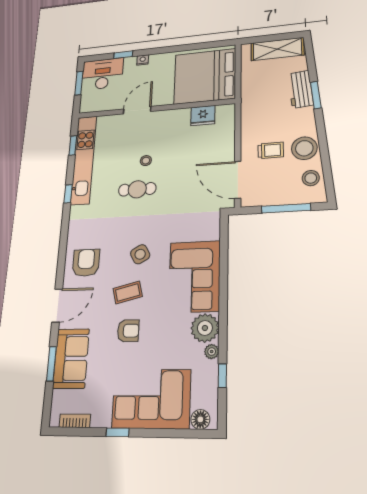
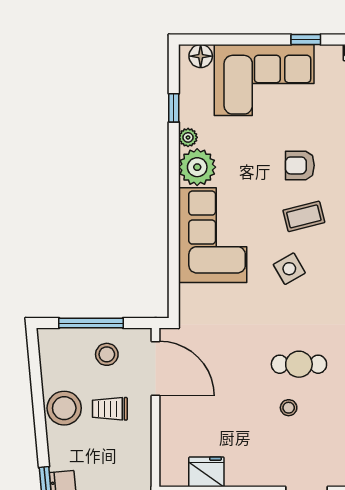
stool: (311, 178) -> (107, 354), moved

